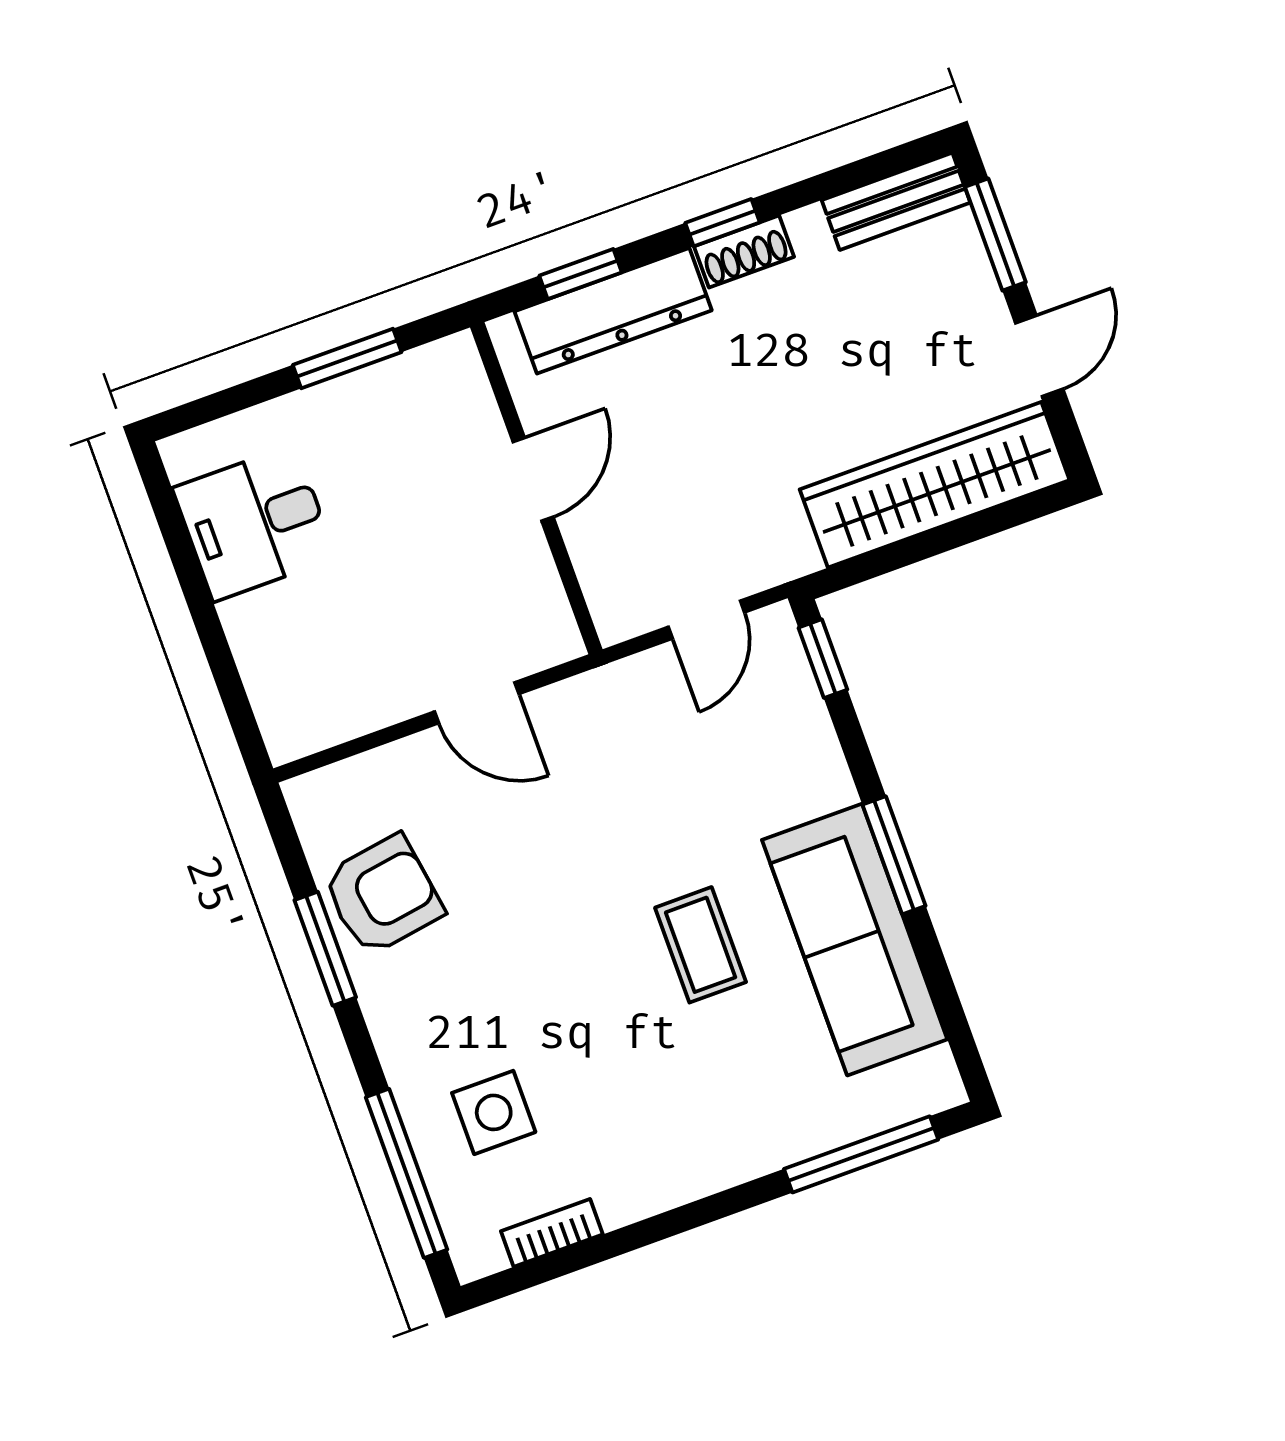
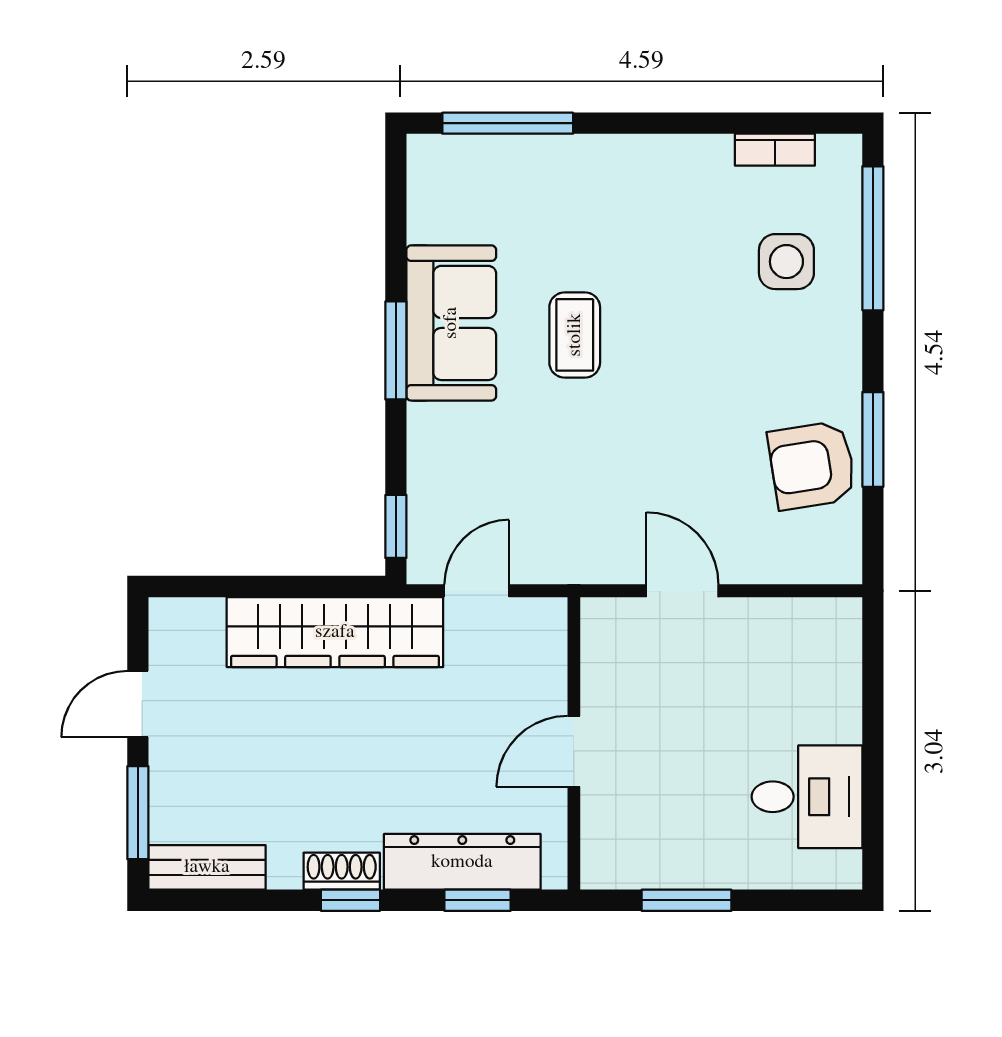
wardrobe: (935, 485) -> (335, 632), moved
sofa: (855, 940) -> (451, 323), width x0.73

